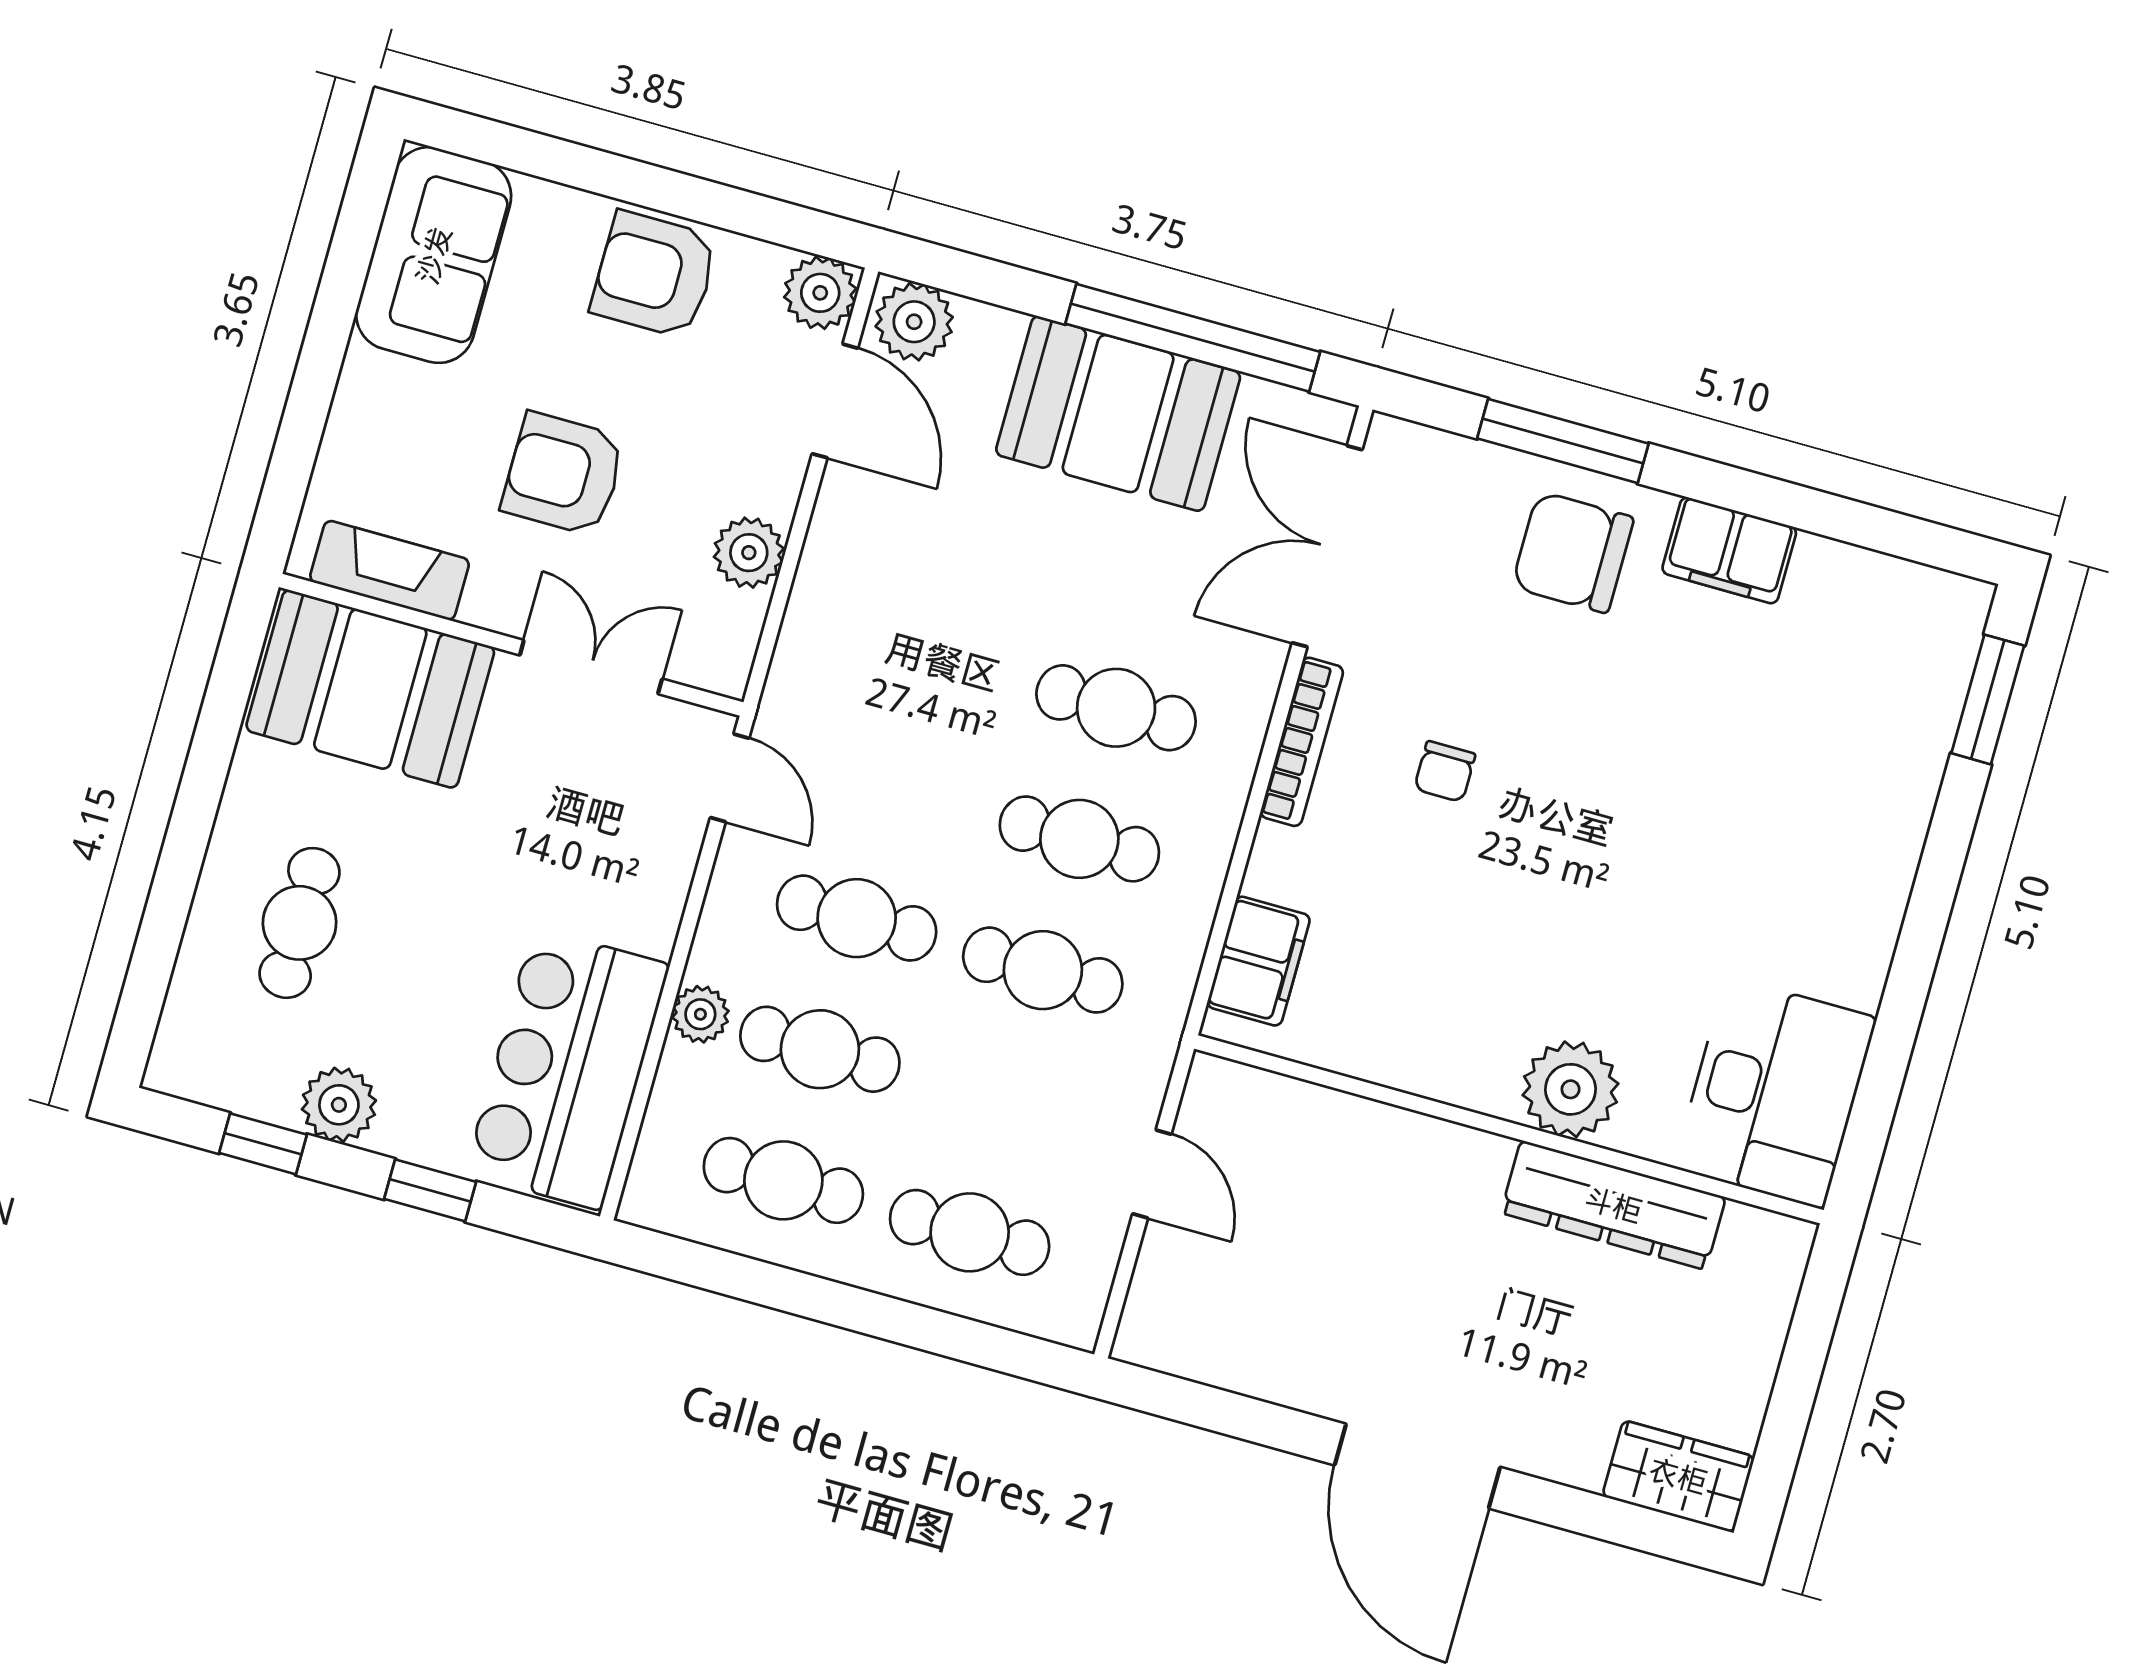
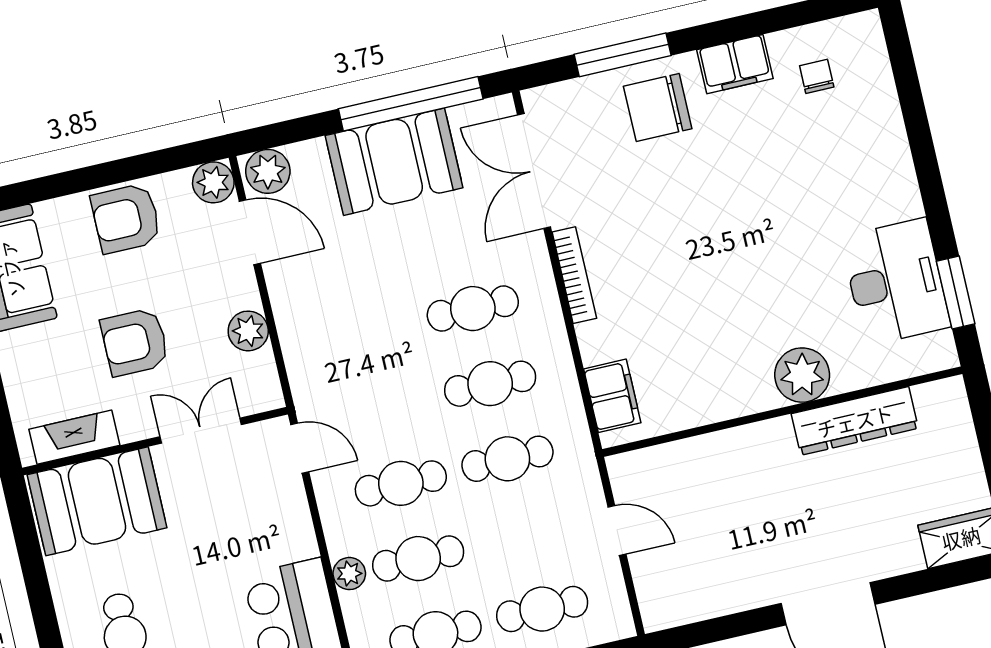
window: (1988, 699) -> (956, 293), moved
chair: (1445, 771) -> (817, 76), moved, turned 180
desk: (1775, 1093) -> (896, 282), moved

